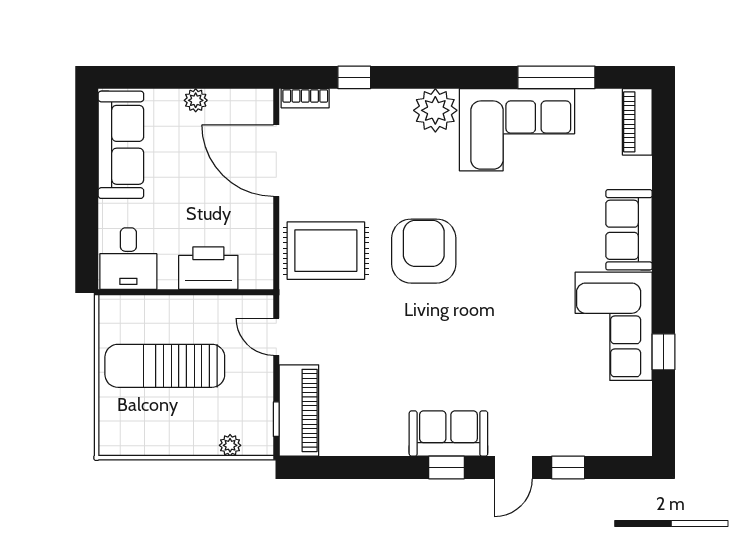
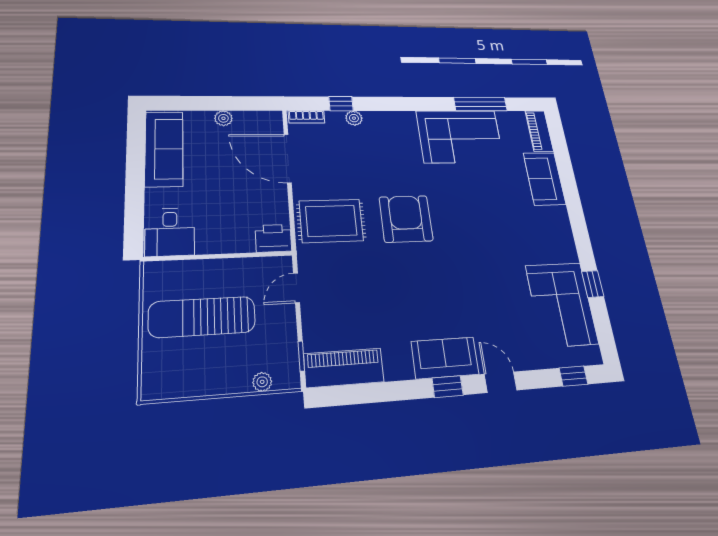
plant: (435, 110) -> (354, 118), moved, width x0.53, depth x0.53
sofa: (629, 230) -> (544, 179), moved
printer: (208, 268) -> (273, 238), moved, width x0.73, depth x0.84
corner sofa: (614, 326) -> (562, 304), moved
door: (276, 337) -> (297, 288), hinge flipped
piano: (299, 410) -> (344, 368), moved, turned -90
door: (513, 467) -> (501, 382), swing flipped
window: (568, 467) -> (573, 376), moved

